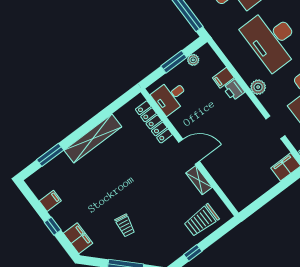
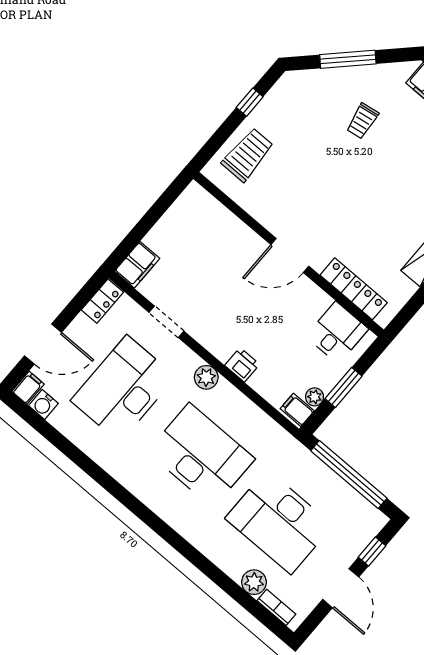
filing cabinet: (223, 78) -> (297, 410), moved, turned -90
shelving: (199, 180) -> (265, 215), removed
trolley: (125, 225) -> (362, 121), turned -109

